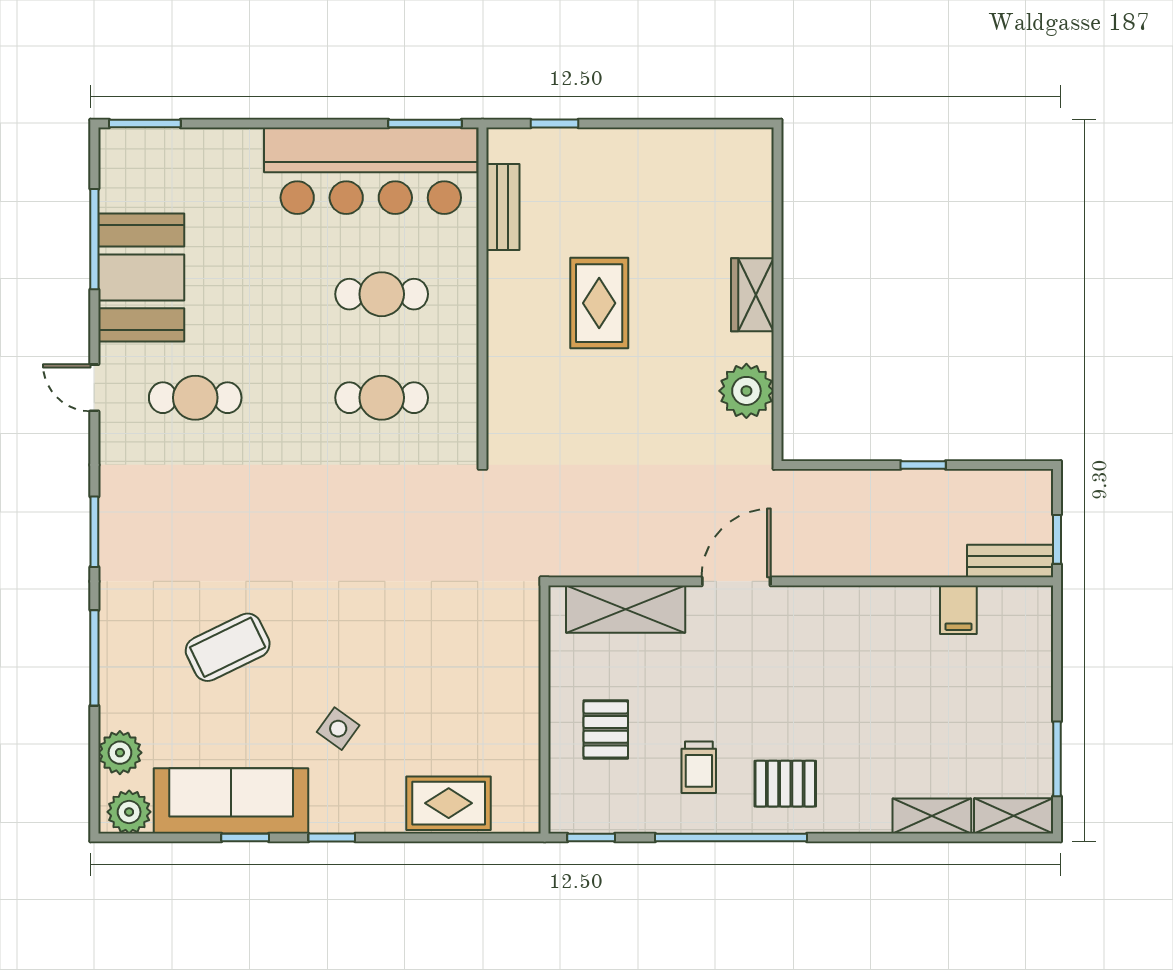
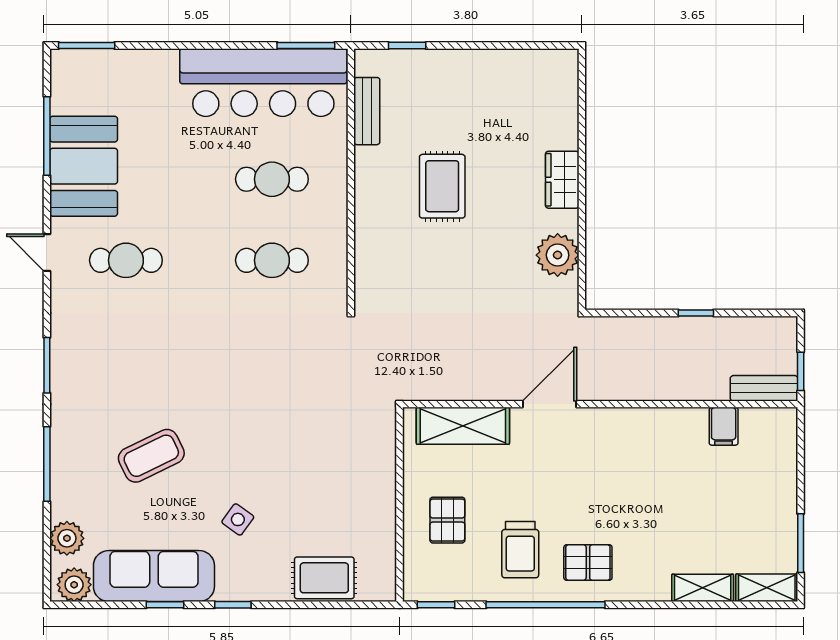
trolley: (699, 767) -> (520, 550), width x1.36, depth x1.39

